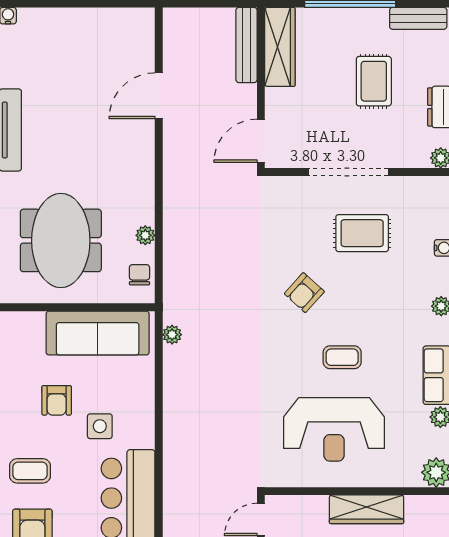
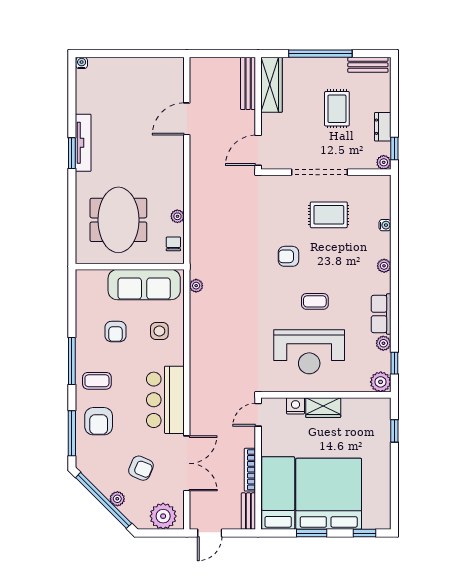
armchair: (304, 293) -> (288, 256), turned 48
side table: (100, 426) -> (159, 331), moved
nightstand: (314, 507) -> (296, 406), added
wardrobe: (367, 509) -> (323, 408), width x0.67

